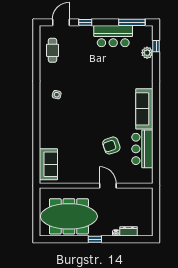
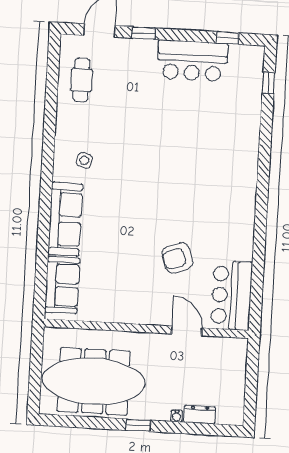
window: (132, 22) -> (228, 38), width x0.46
plant: (147, 53) -> (252, 94), removed
sofa: (144, 109) -> (65, 219), moved, turned 180
bar counter: (142, 149) -> (232, 295), moved
door: (108, 186) -> (187, 331), moved

